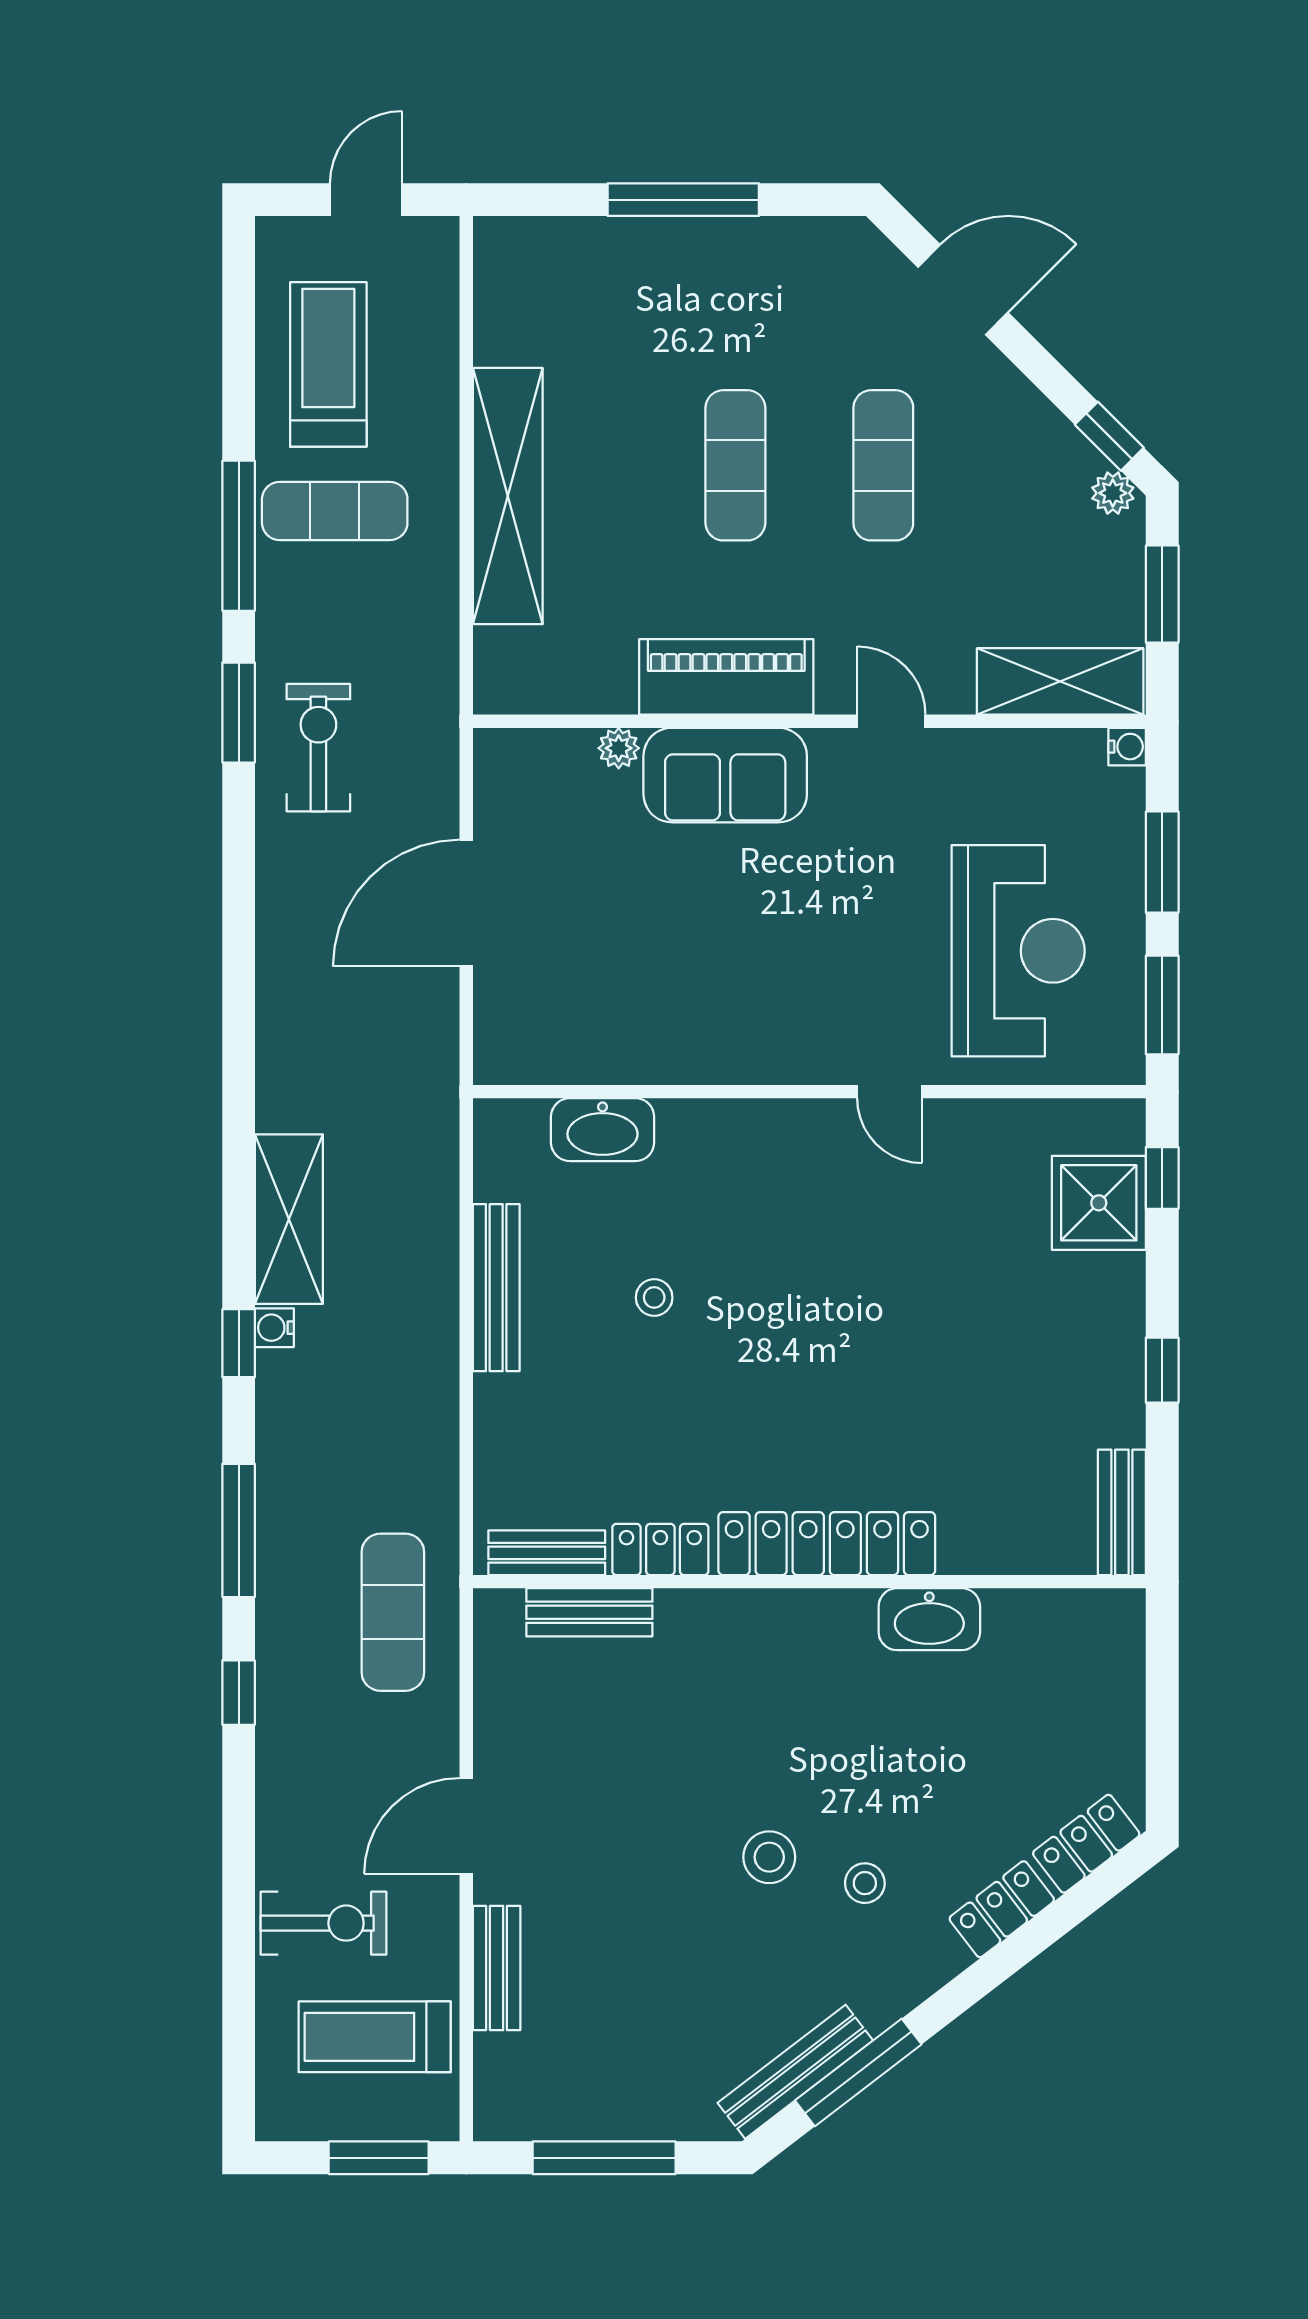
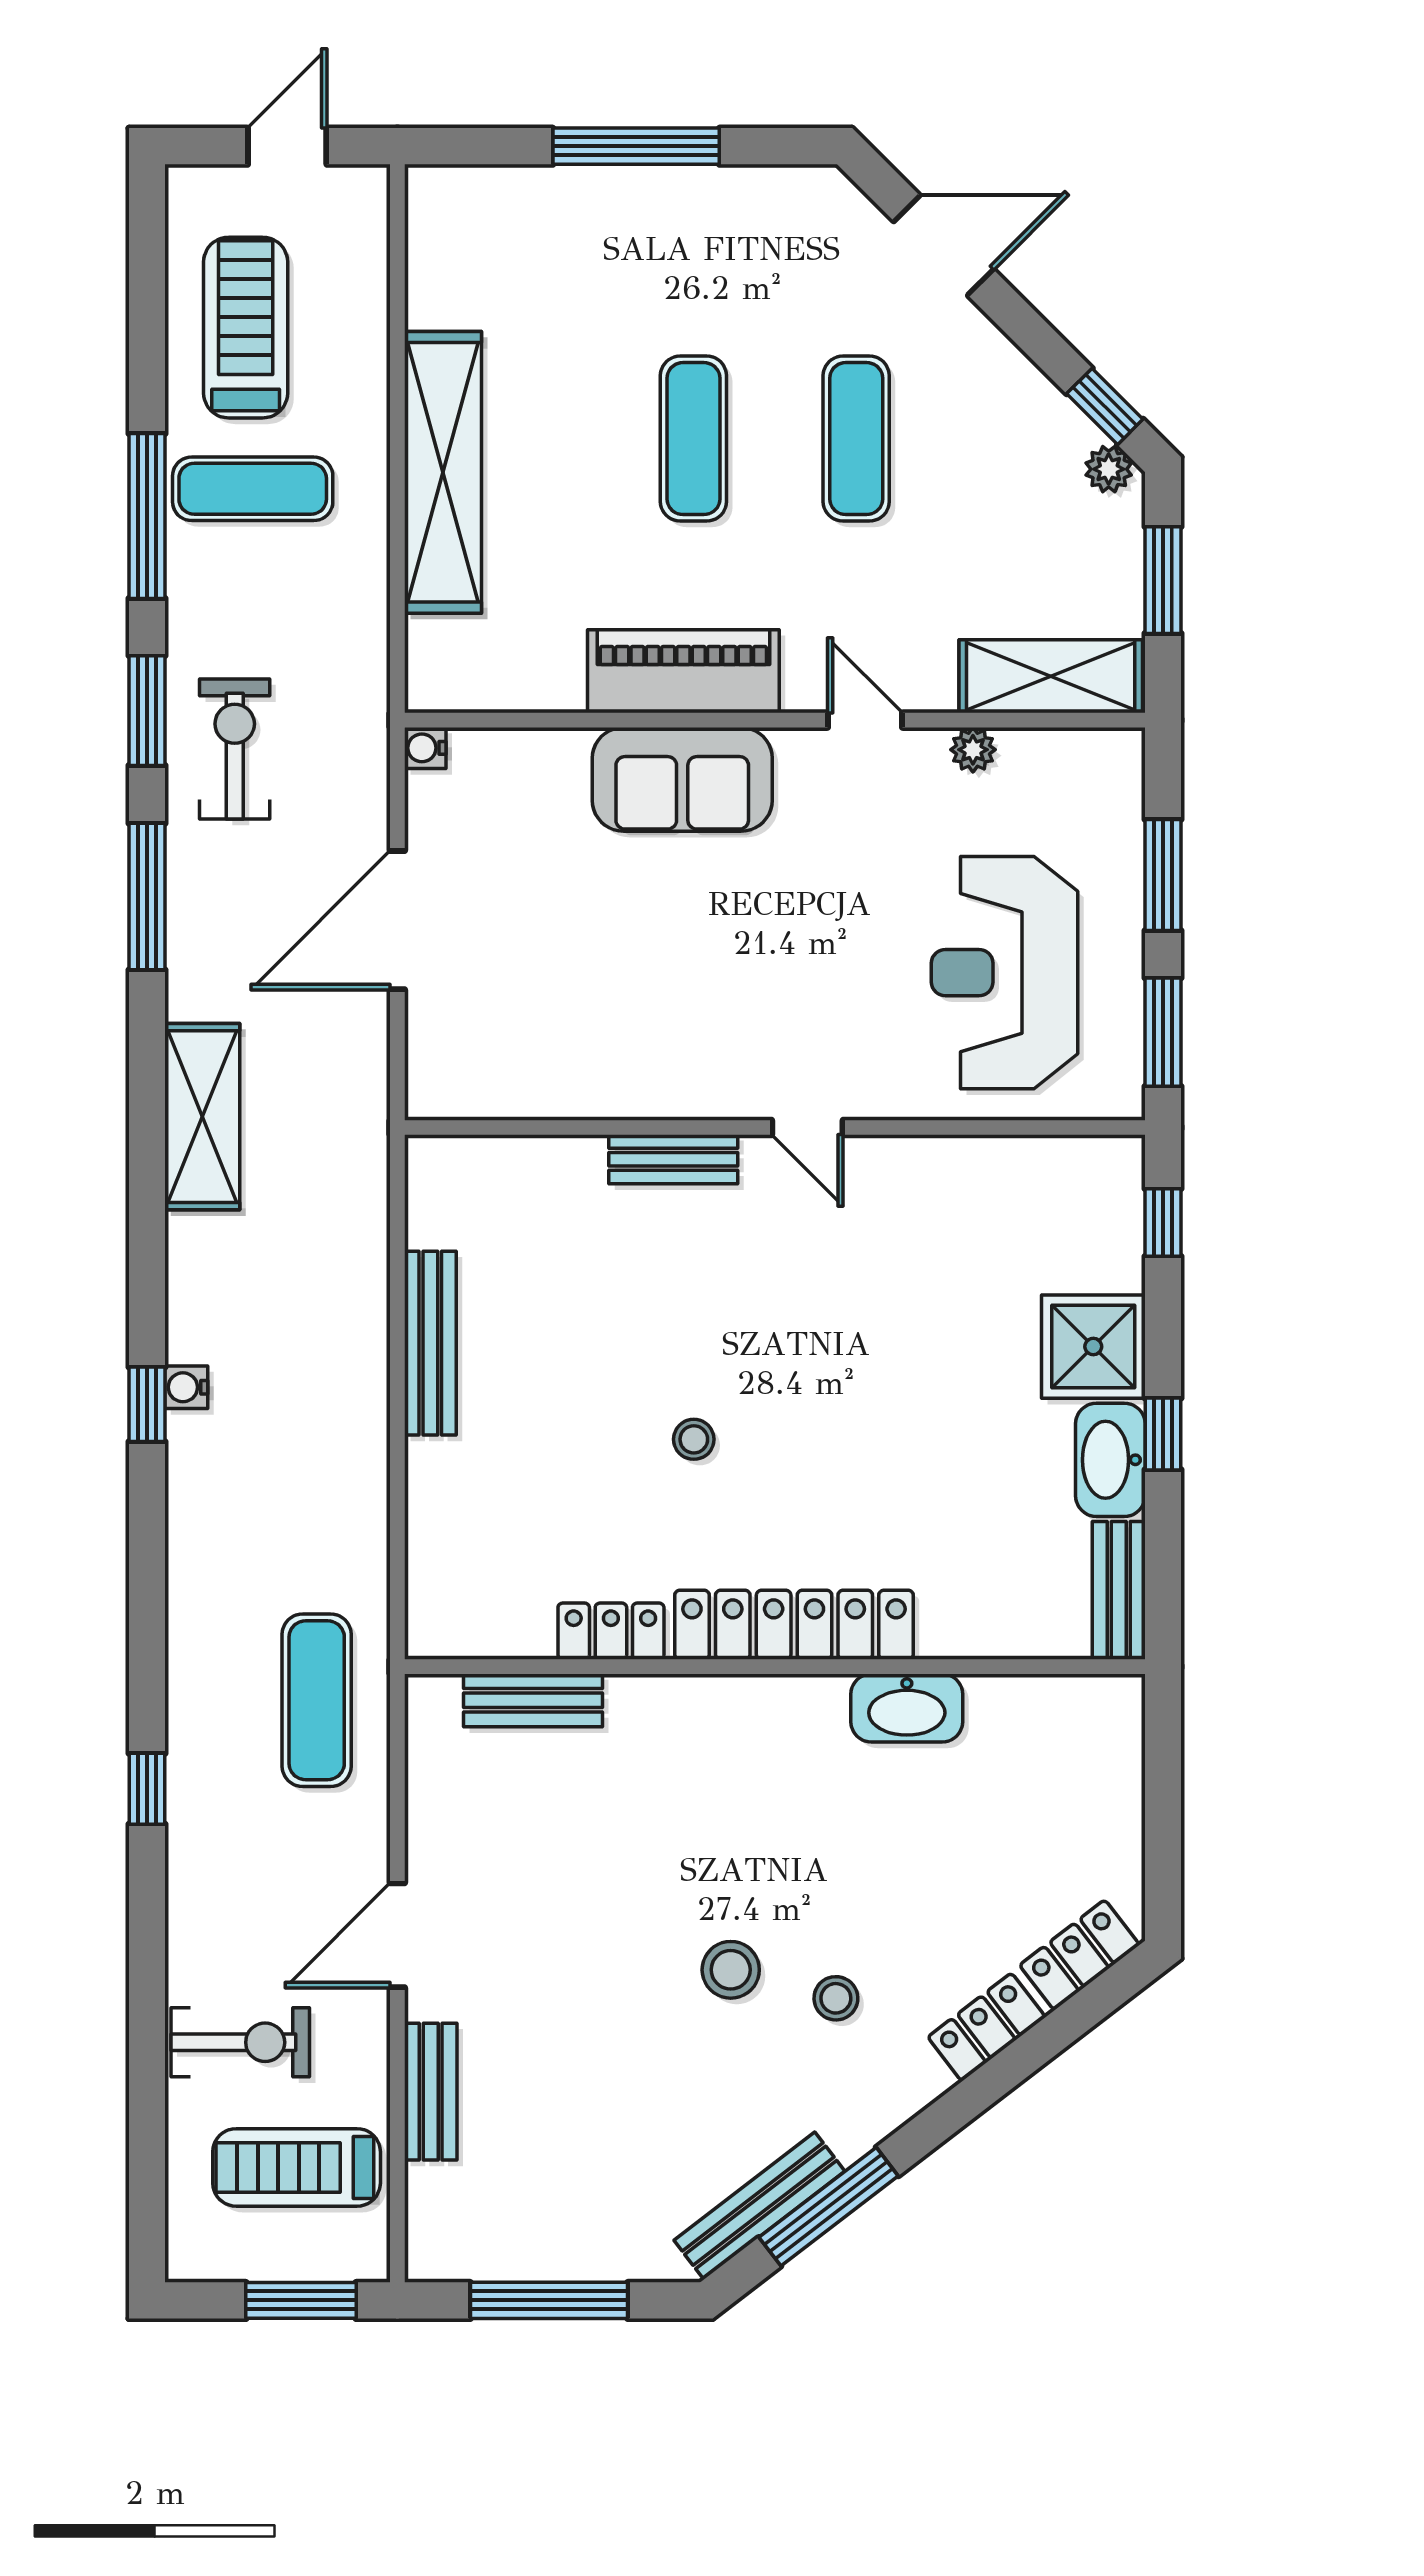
water cooler: (1127, 747) -> (425, 748), moved, turned 180
plant: (619, 748) -> (973, 750), moved
reception desk: (1018, 951) -> (1005, 973), turned 180
door: (890, 1092) -> (807, 1127), moved
washbasin: (603, 1130) -> (1110, 1460), moved, turned 90
shower: (1099, 1203) -> (1093, 1347), moved
shelving: (289, 1219) -> (202, 1117), moved
stool: (654, 1297) -> (694, 1439), moved
window: (239, 1530) -> (147, 897), moved
bench: (547, 1553) -> (673, 1159), moved

